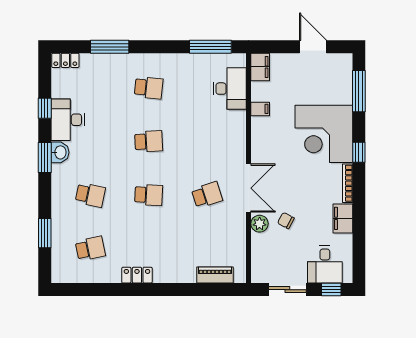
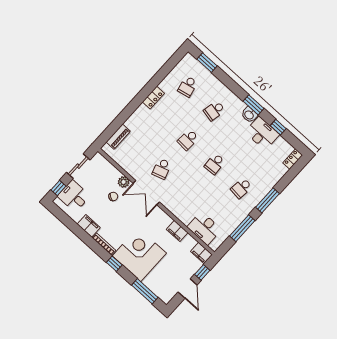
window: (110, 47) -> (267, 200), moved
window: (210, 47) -> (242, 228), moved
window: (281, 47) -> (202, 272), added
door: (313, 47) -> (188, 288), hinge flipped
filing cabinet: (260, 109) -> (177, 231), width x2.00
window: (45, 233) -> (207, 63), moved

